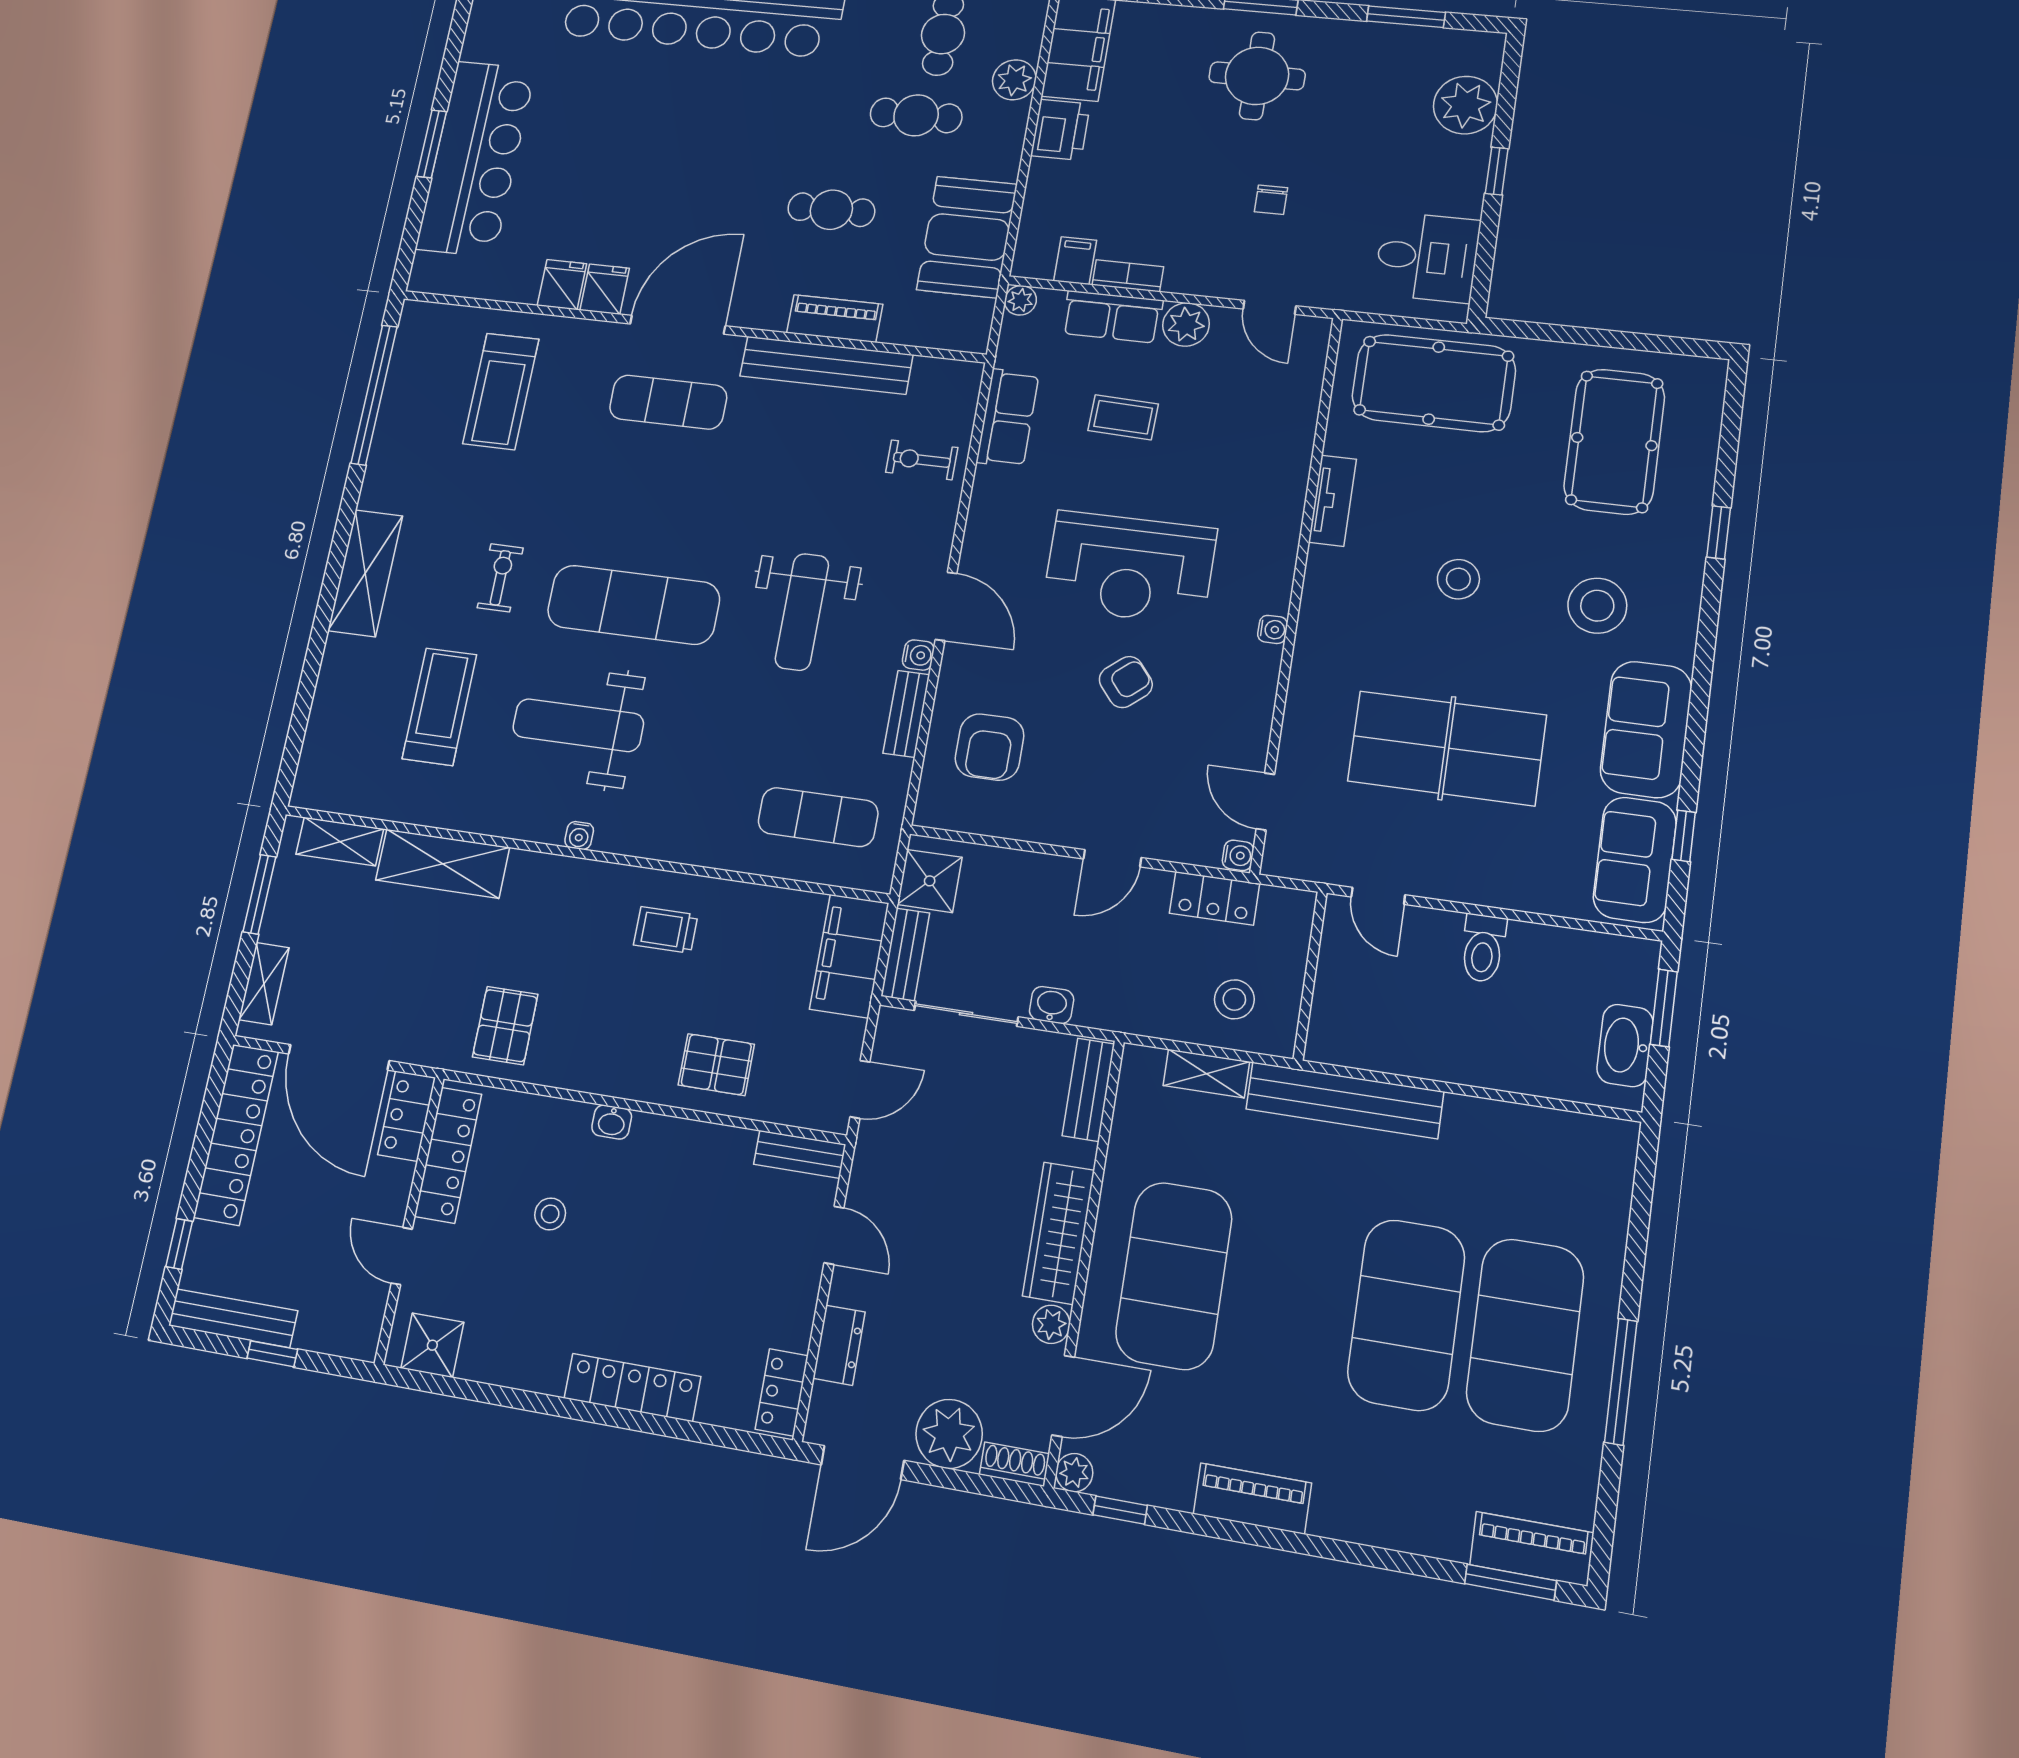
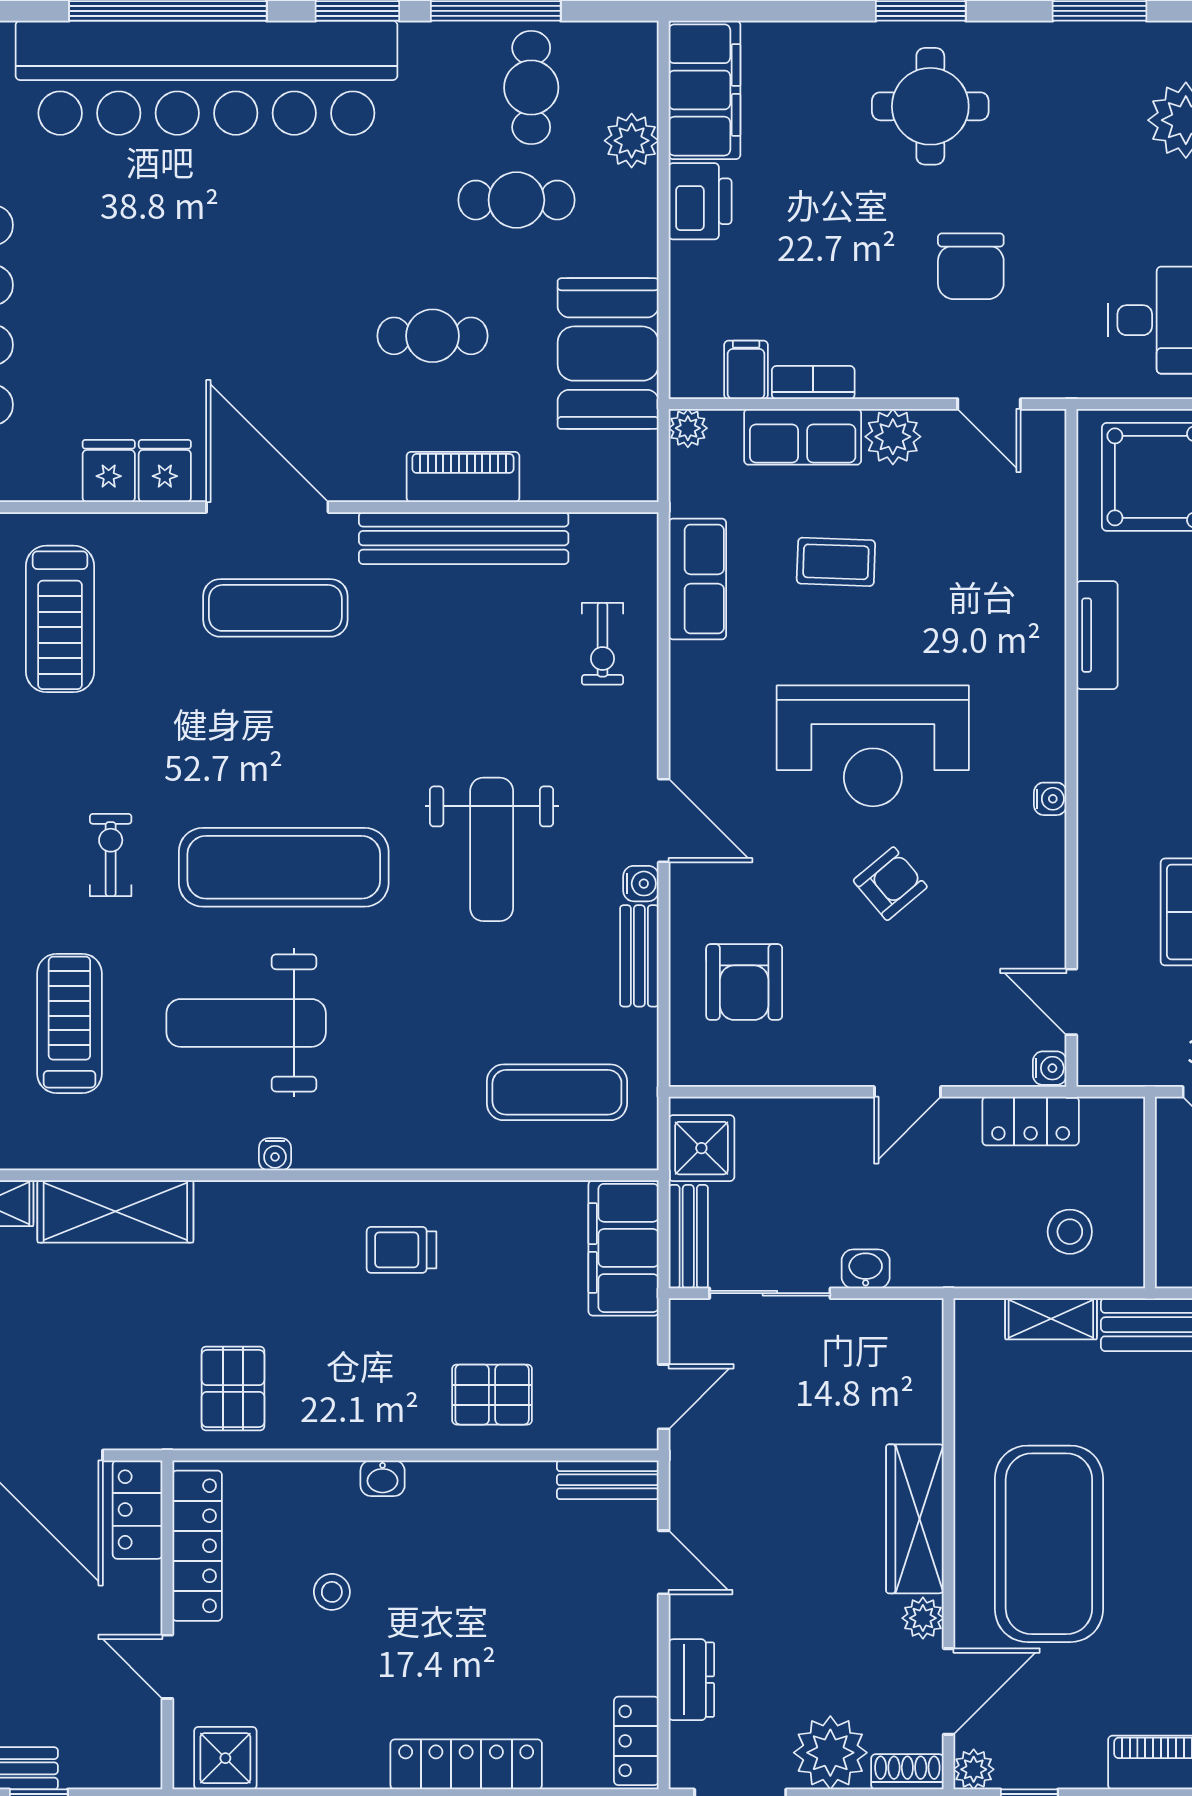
chair: (1271, 200) -> (971, 266), width x1.87, depth x1.87
door: (678, 325) -> (267, 507), hinge flipped
exercise bike: (922, 460) -> (603, 644), turned -90
bench: (1088, 1090) -> (922, 1357), removed

